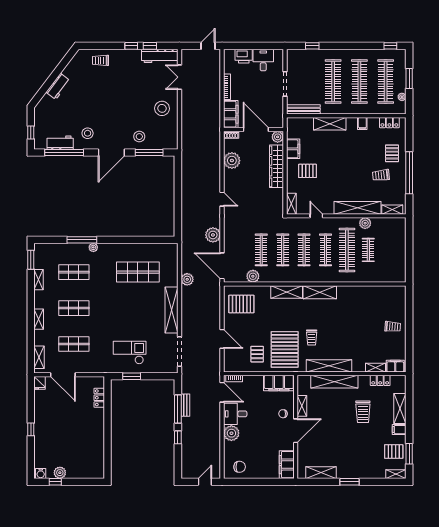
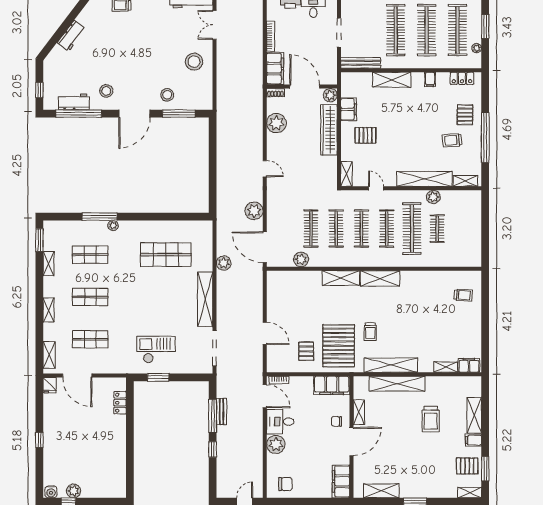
pallet: (241, 304) -> (288, 292), removed
trolley: (393, 327) -> (463, 295), moved
locker: (380, 380) -> (451, 382), removed

